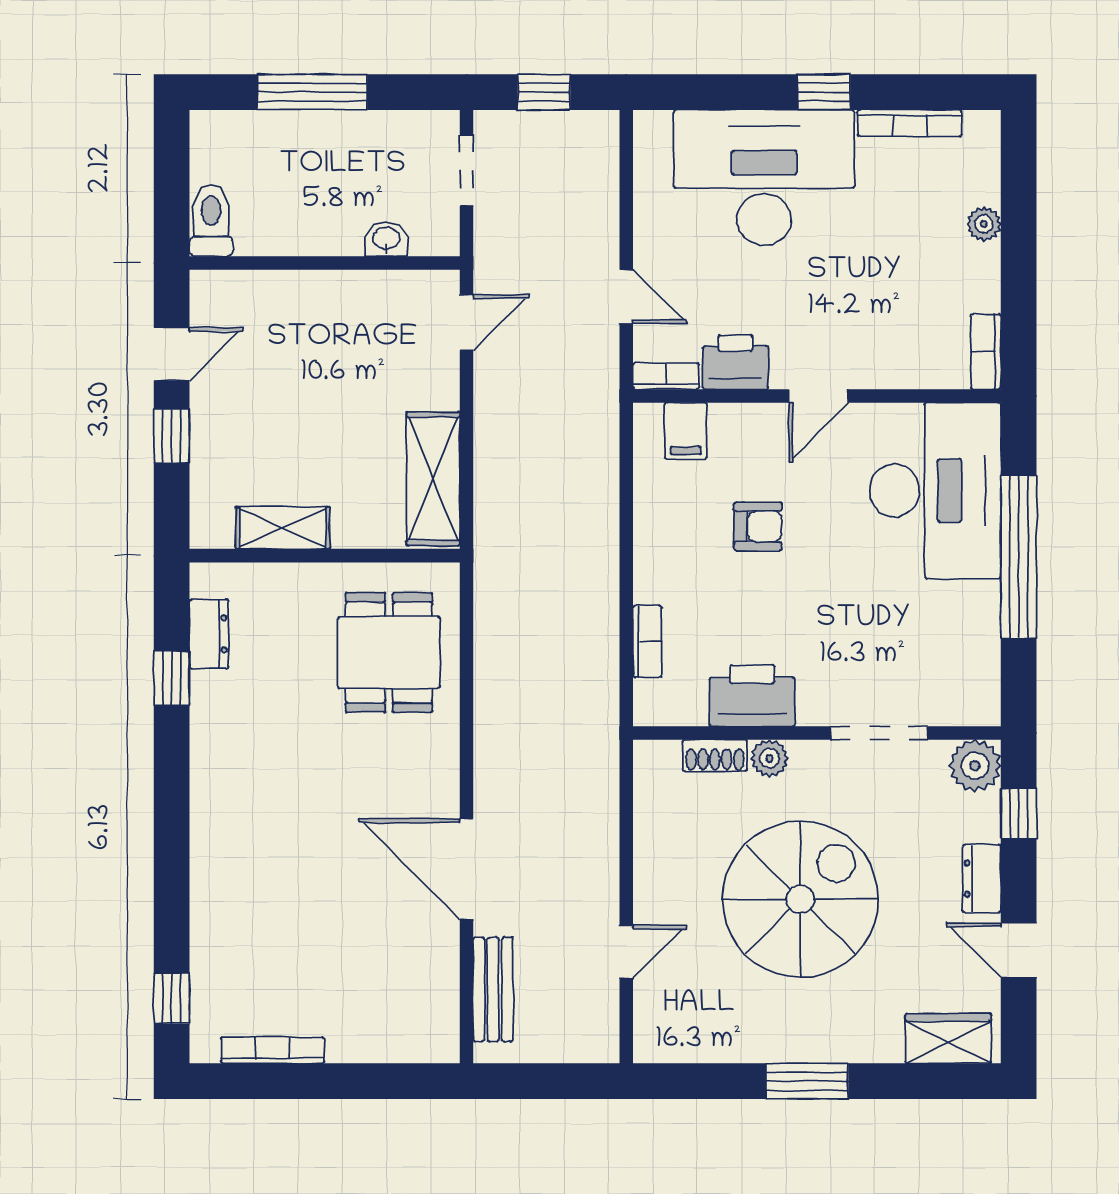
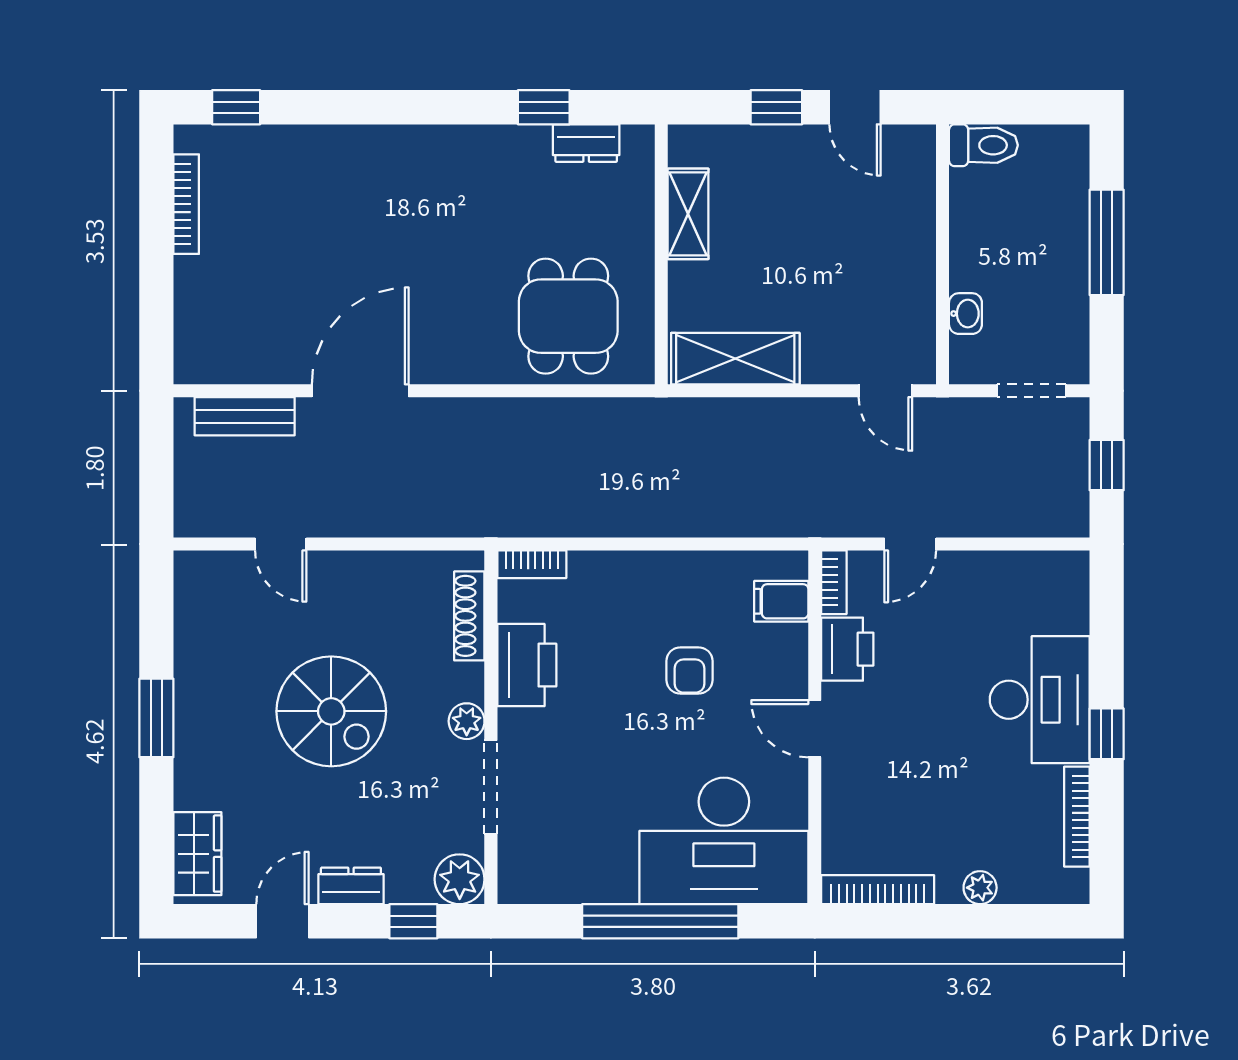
desk: (764, 177) -> (1040, 700), width x0.73, depth x0.77
bookcase: (986, 352) -> (878, 890), width x1.56
bookcase: (647, 641) -> (532, 564), moved
dining table: (389, 653) -> (568, 316), turned 90
shoe rack: (715, 755) -> (469, 616), width x1.43
plant: (769, 758) -> (467, 721), moved
spiral stairs: (800, 899) -> (331, 711), width x0.73, depth x0.73

